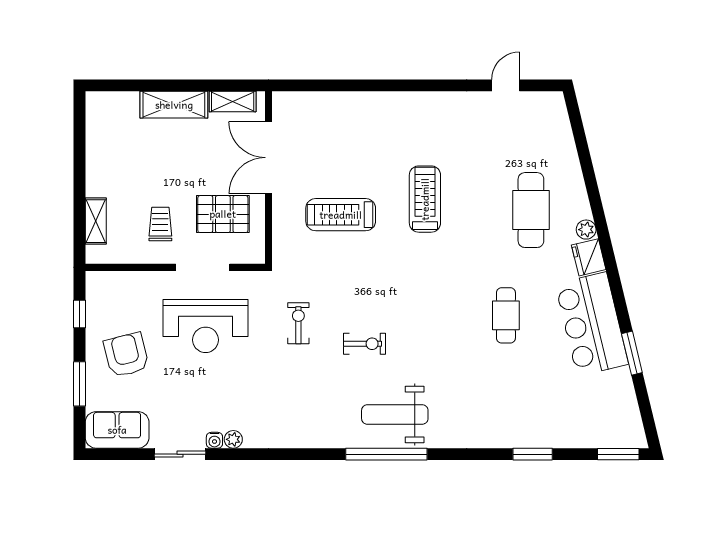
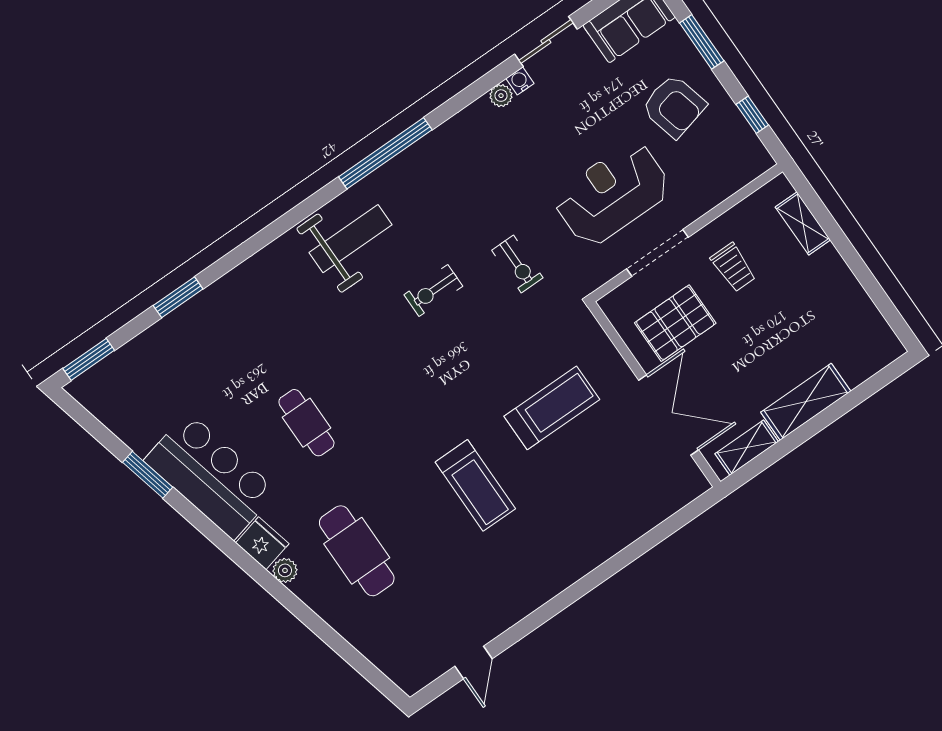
window: (386, 454) -> (385, 153), moved

